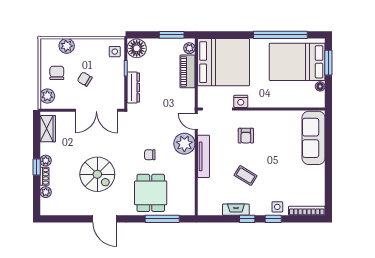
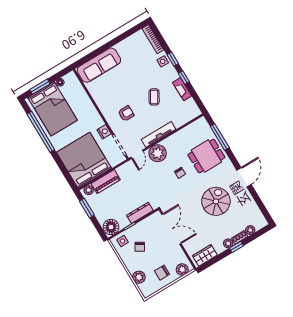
chair: (85, 79) -> (140, 247), moved

